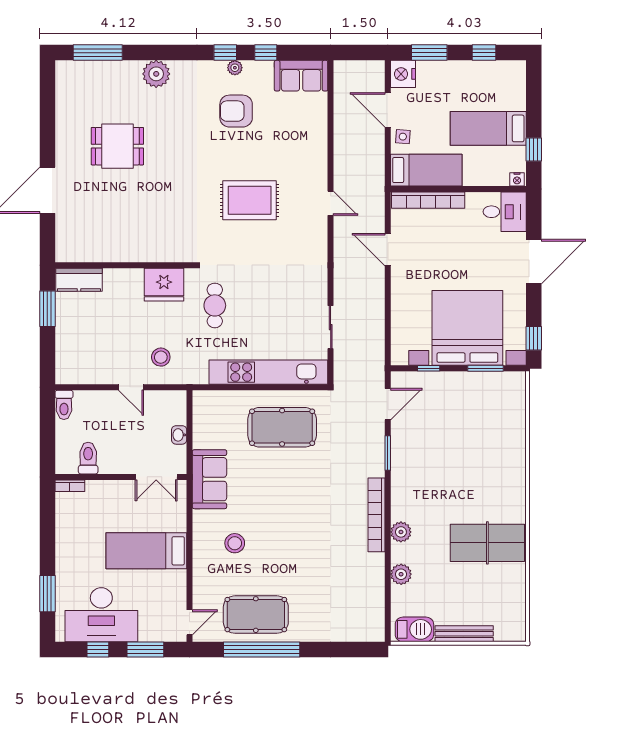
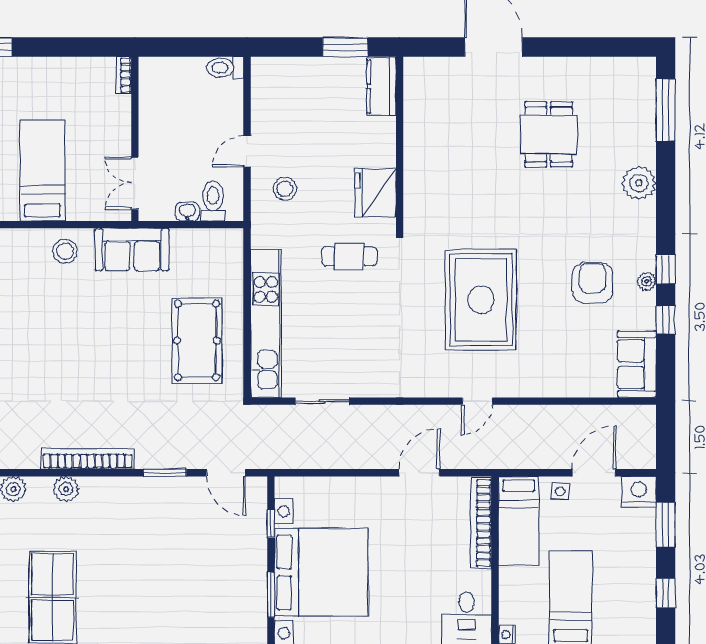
rug: (250, 200) -> (481, 300), width x1.37, depth x1.44
toilet: (88, 458) -> (213, 201), moved, turned -90
stool: (235, 543) -> (65, 251), moved

